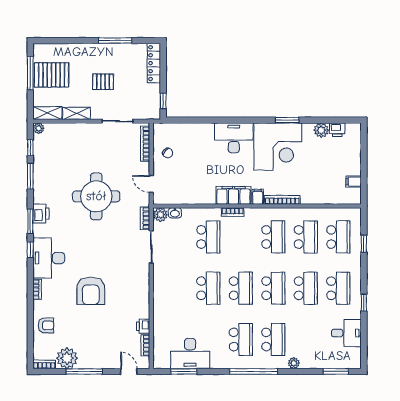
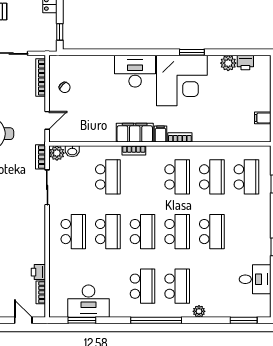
door: (151, 184) -> (47, 120), swing flipped
bookcase: (282, 200) -> (180, 137), width x0.64
school desk: (338, 288) -> (73, 232), moved

